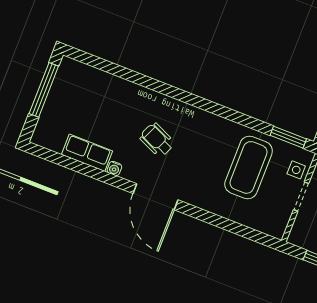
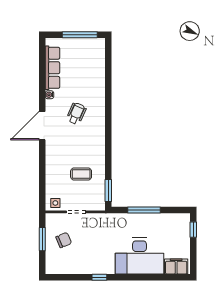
row of seats: (87, 153) -> (52, 68), width x1.48
coffee table: (249, 167) -> (81, 174), width x0.54, depth x0.58
side table: (296, 170) -> (55, 203), moved

